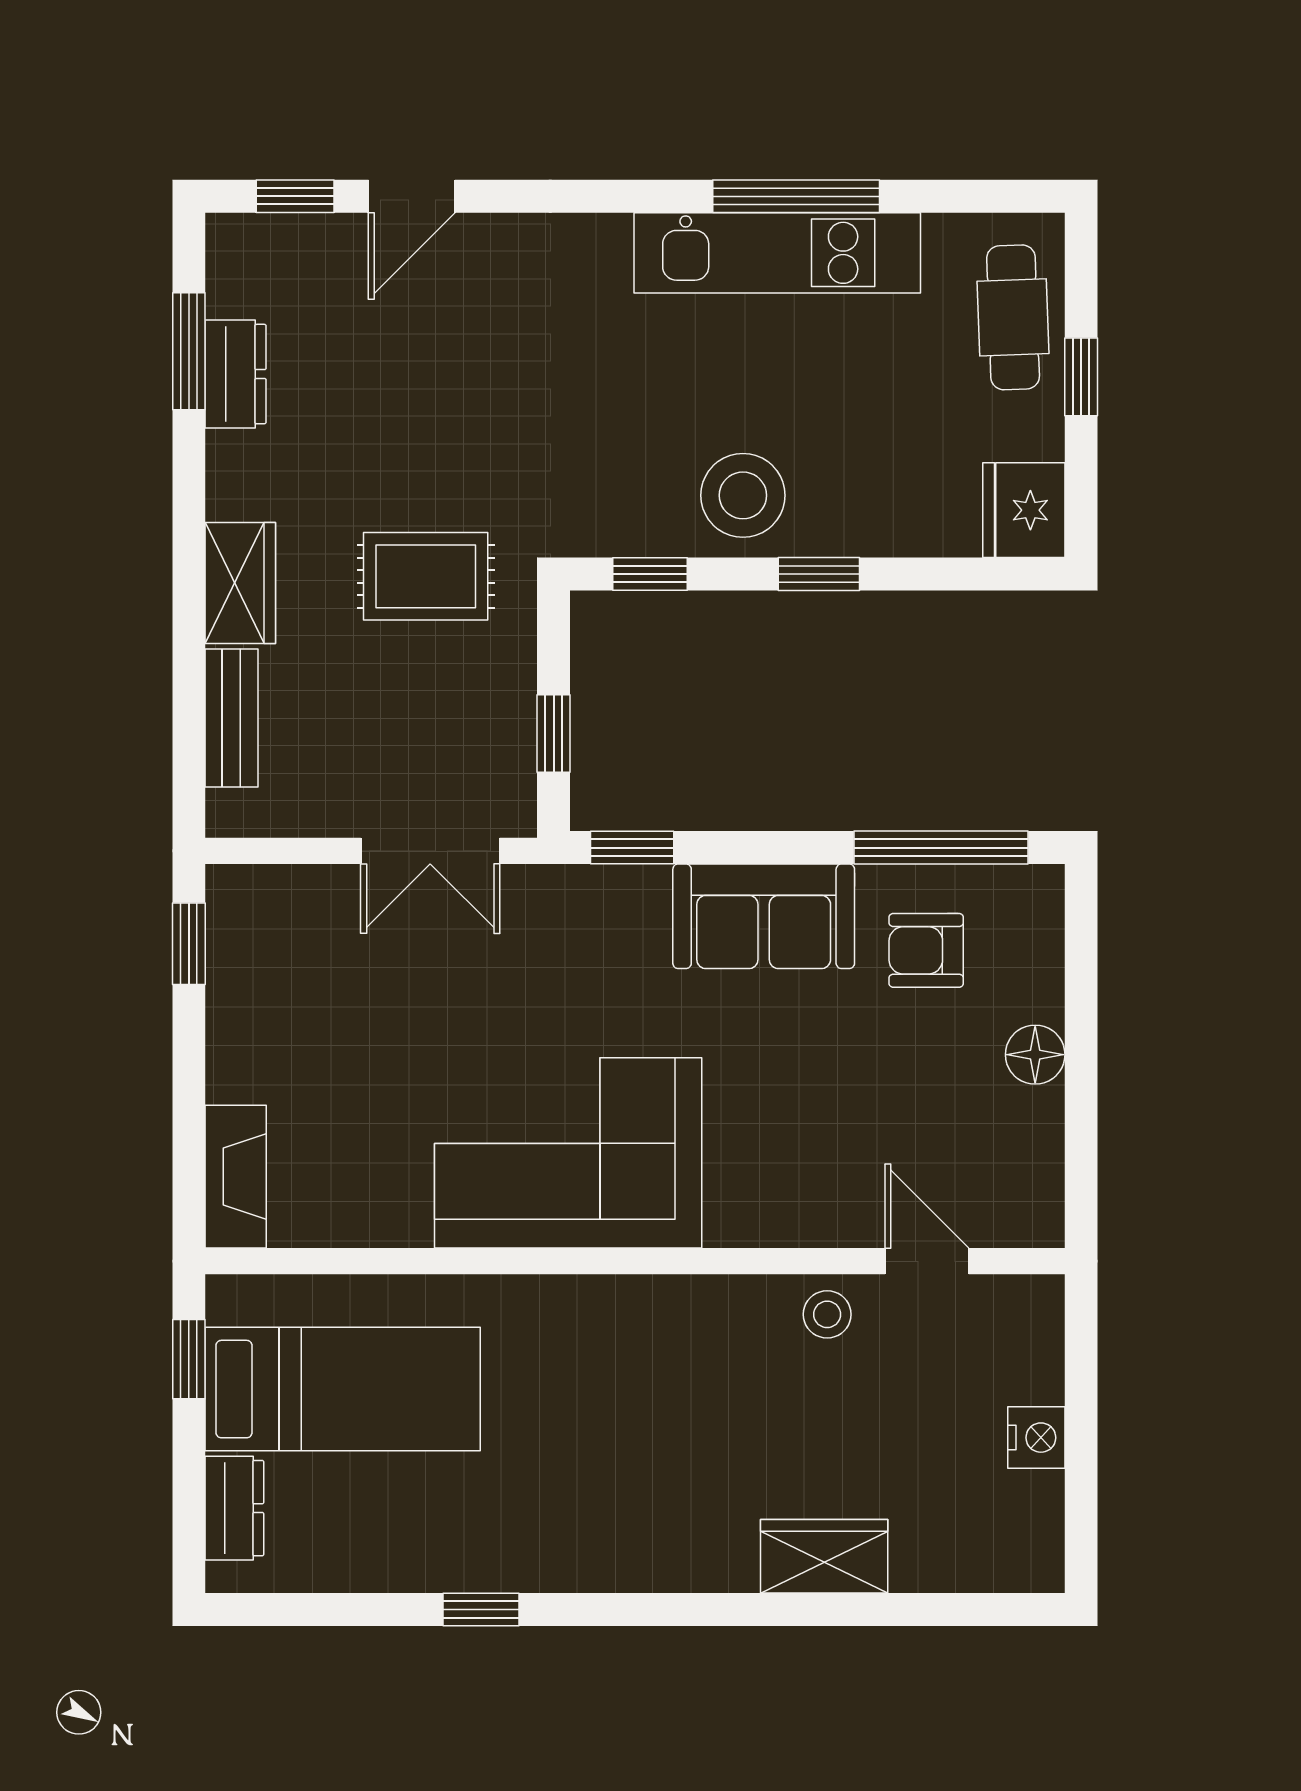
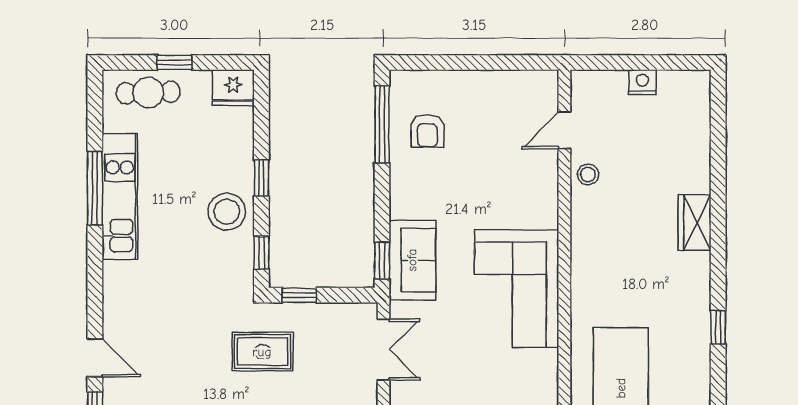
rug: (426, 576) -> (262, 352), turned 90
window: (554, 733) -> (299, 295), moved
sofa: (764, 916) -> (412, 260), moved
floor lamp: (1035, 1055) -> (473, 83), removed
wardrobe: (824, 1556) -> (695, 222), moved

